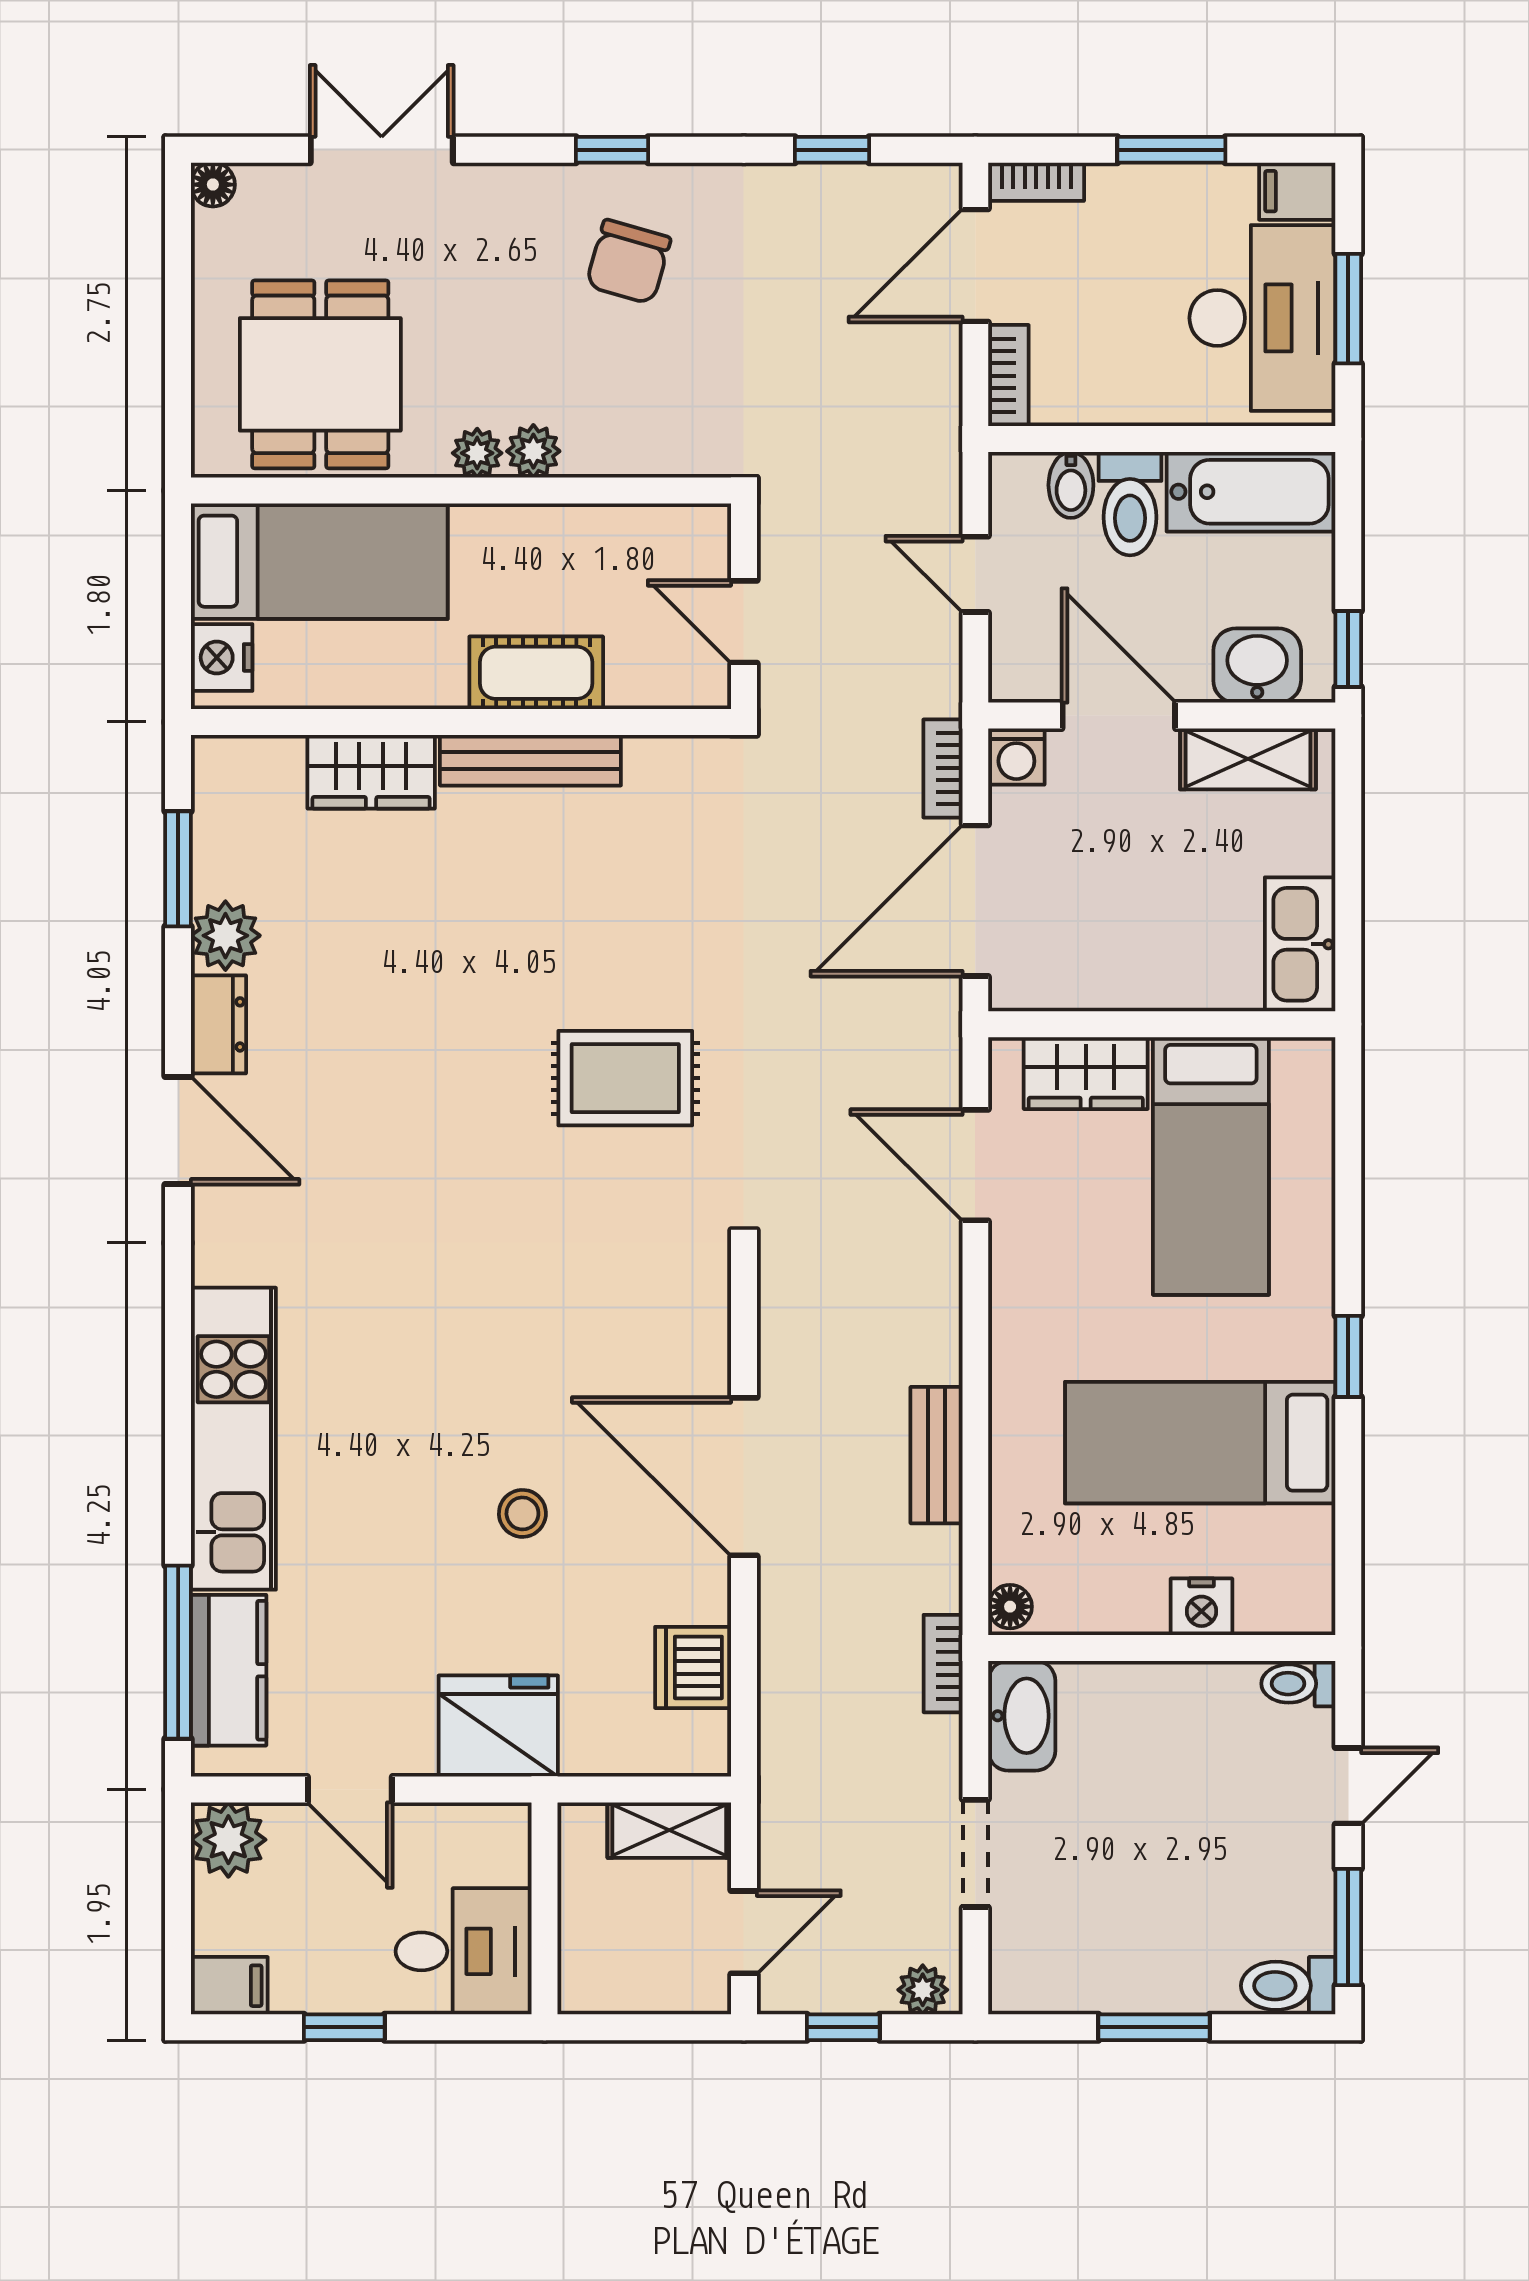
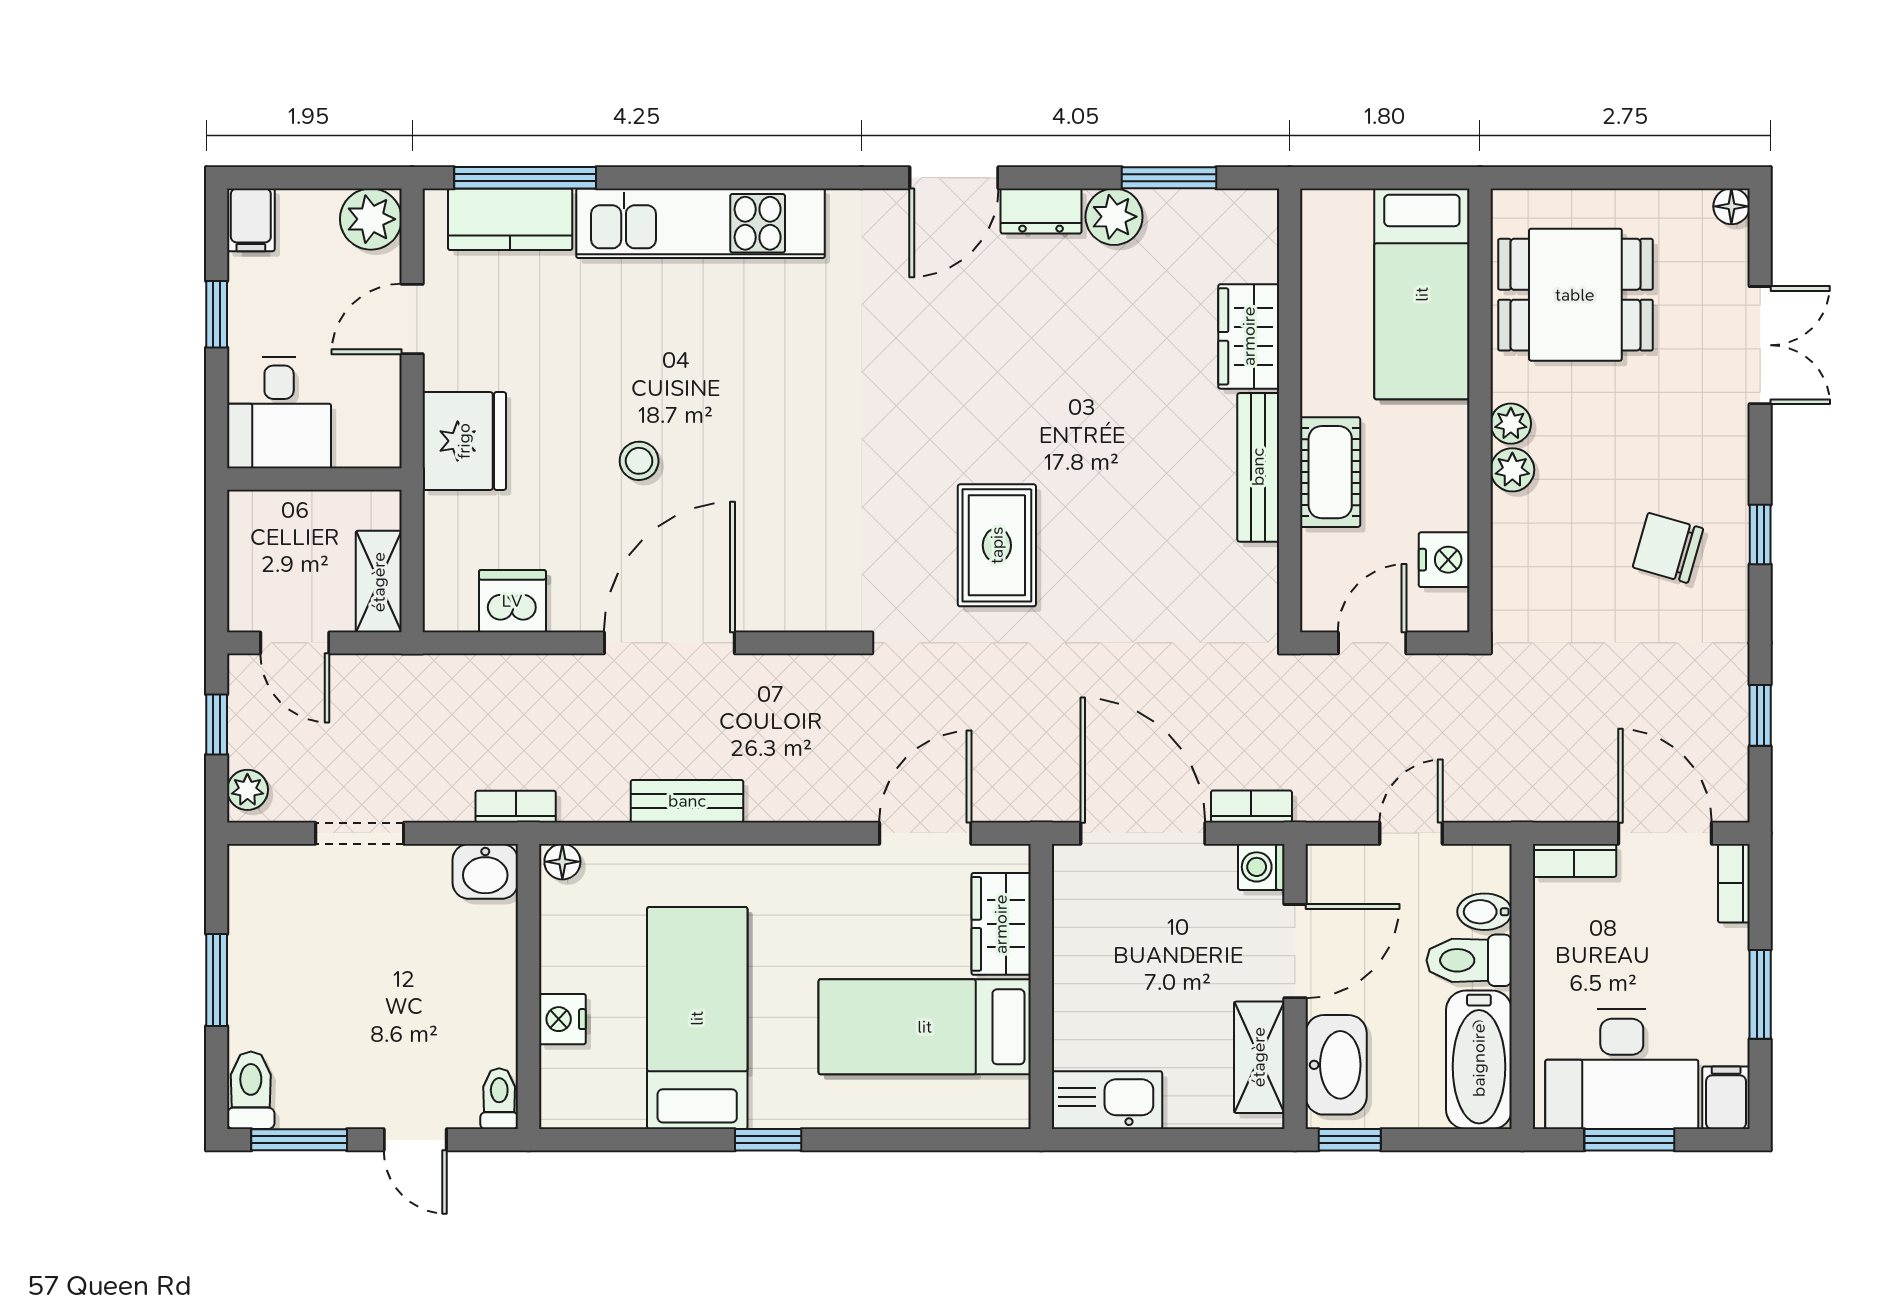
nightstand: (222, 657) -> (1444, 560), moved, turned 90
washbasin: (1257, 666) -> (1336, 1065), width x1.38
washbasin: (1022, 1716) -> (485, 871), width x0.72

